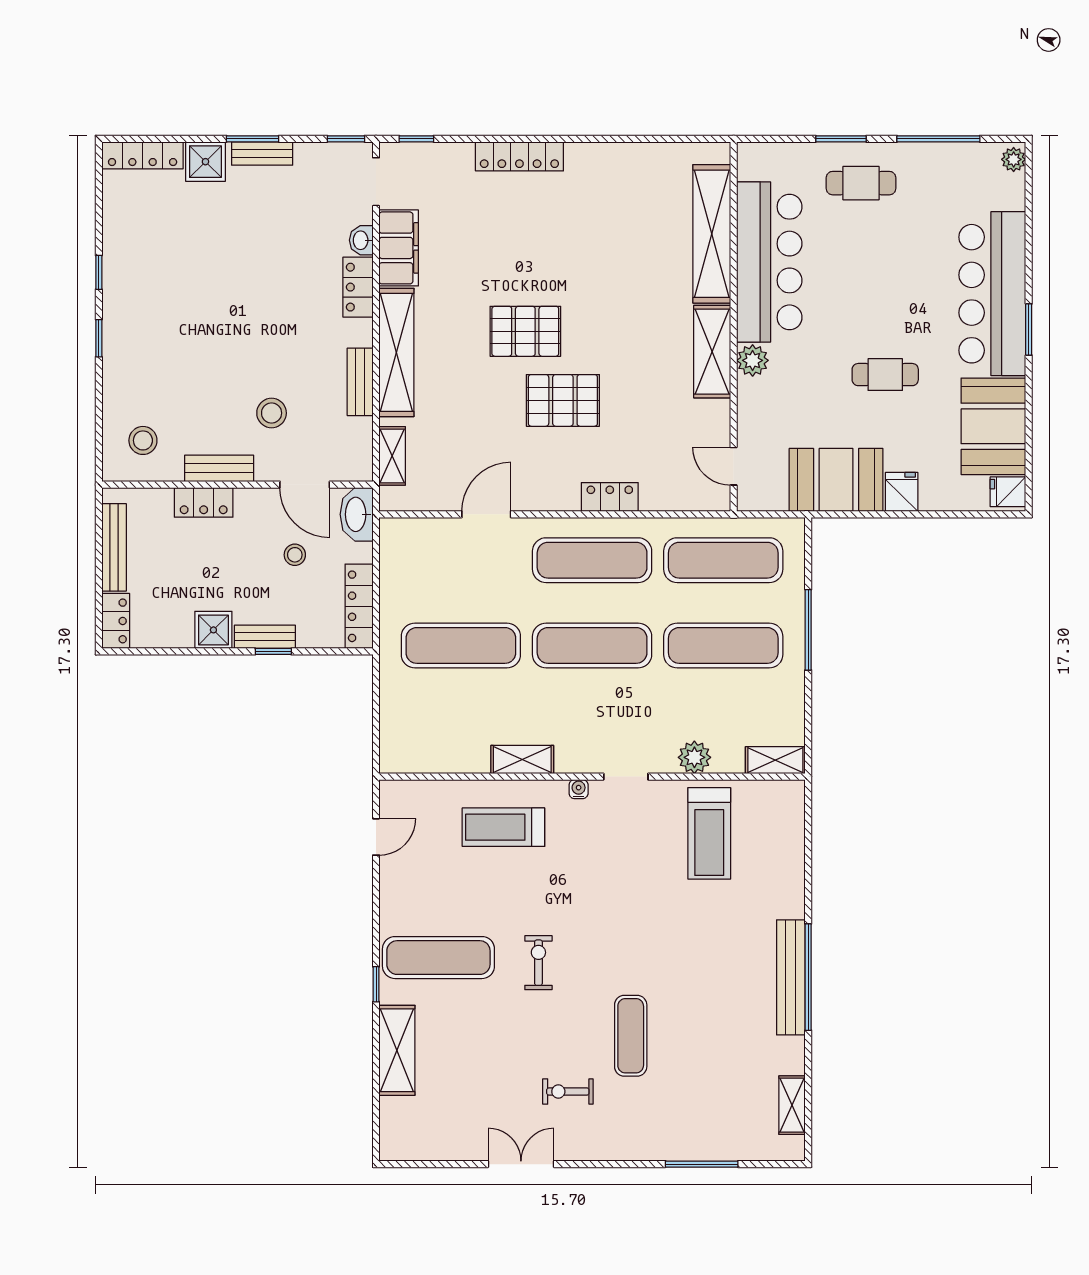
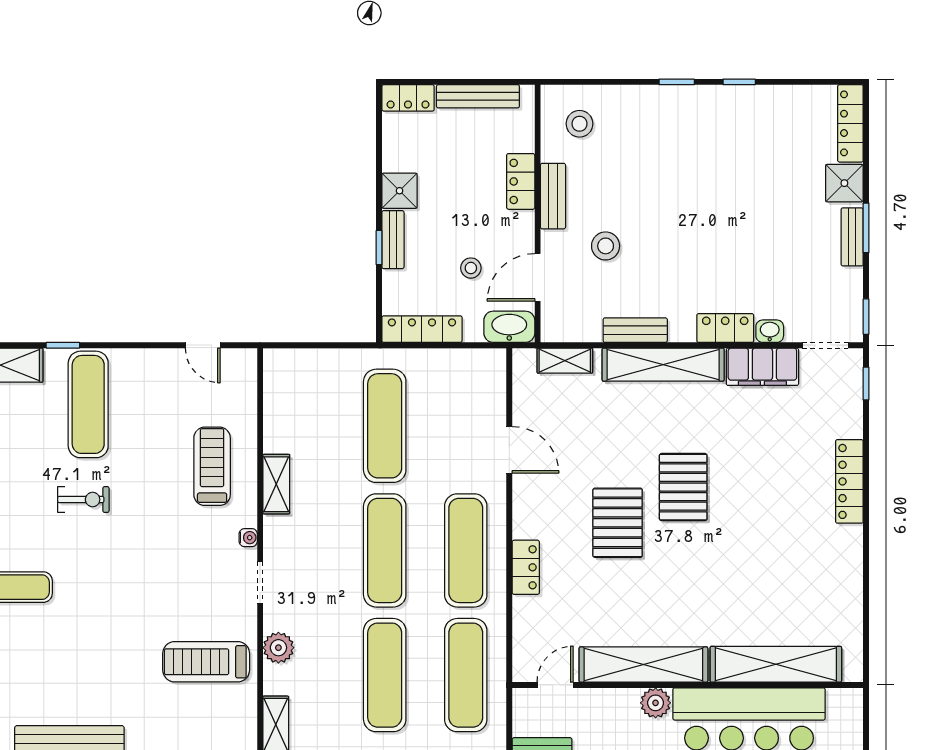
shelving: (712, 352) -> (643, 665), width x1.47

